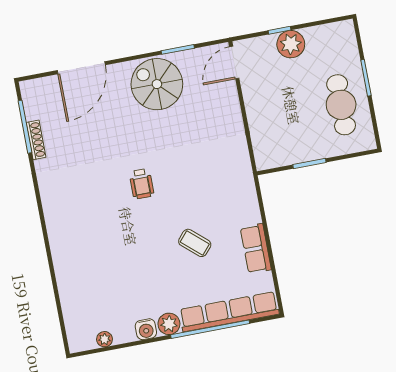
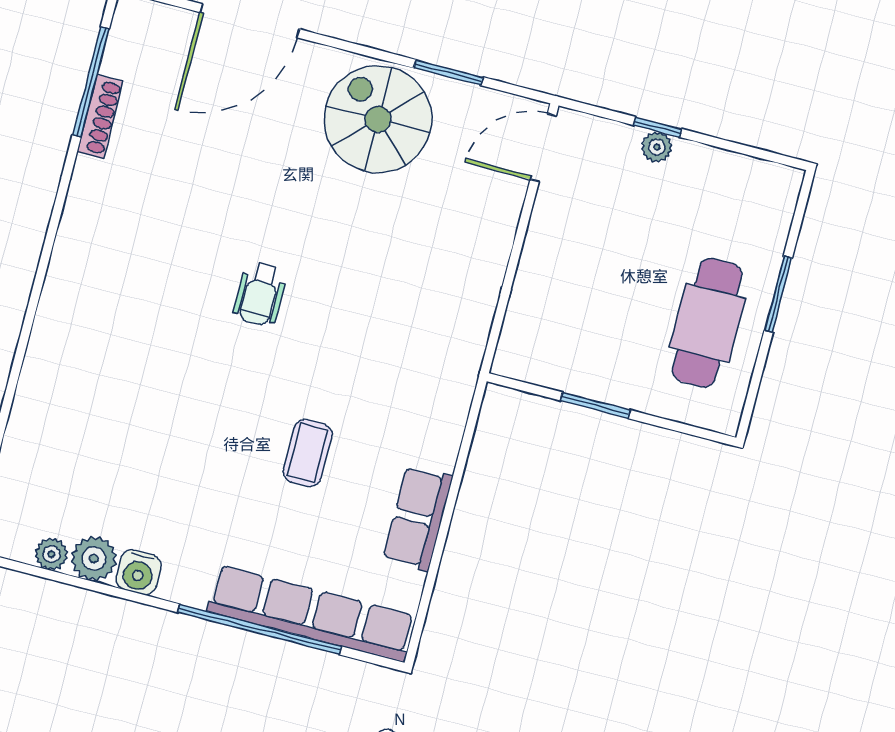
plant: (291, 44) -> (657, 147), width x0.53, depth x0.53
coffee table: (195, 243) -> (308, 453), turned 49
plant: (169, 324) -> (94, 559), moved

